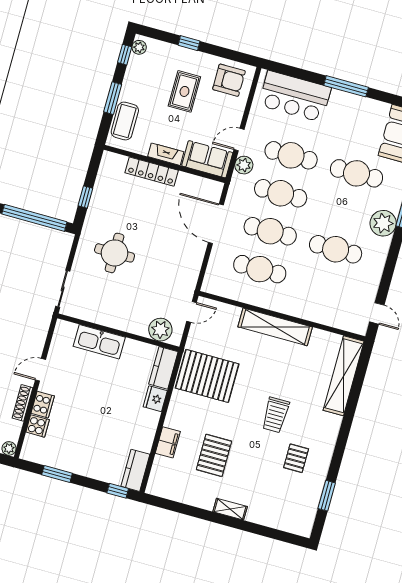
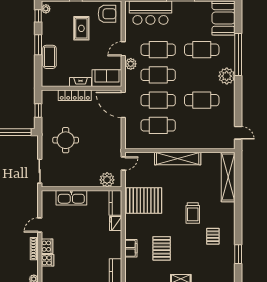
fireplace: (166, 154) -> (81, 82), moved
sofa: (207, 159) -> (107, 78), moved
wall: (165, 164) -> (82, 88), moved
locker: (152, 172) -> (75, 95), moved

